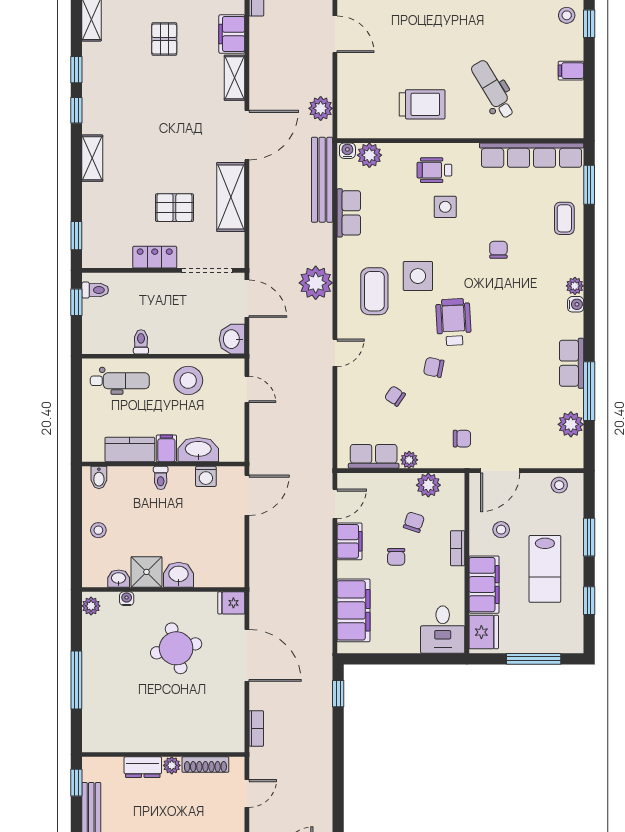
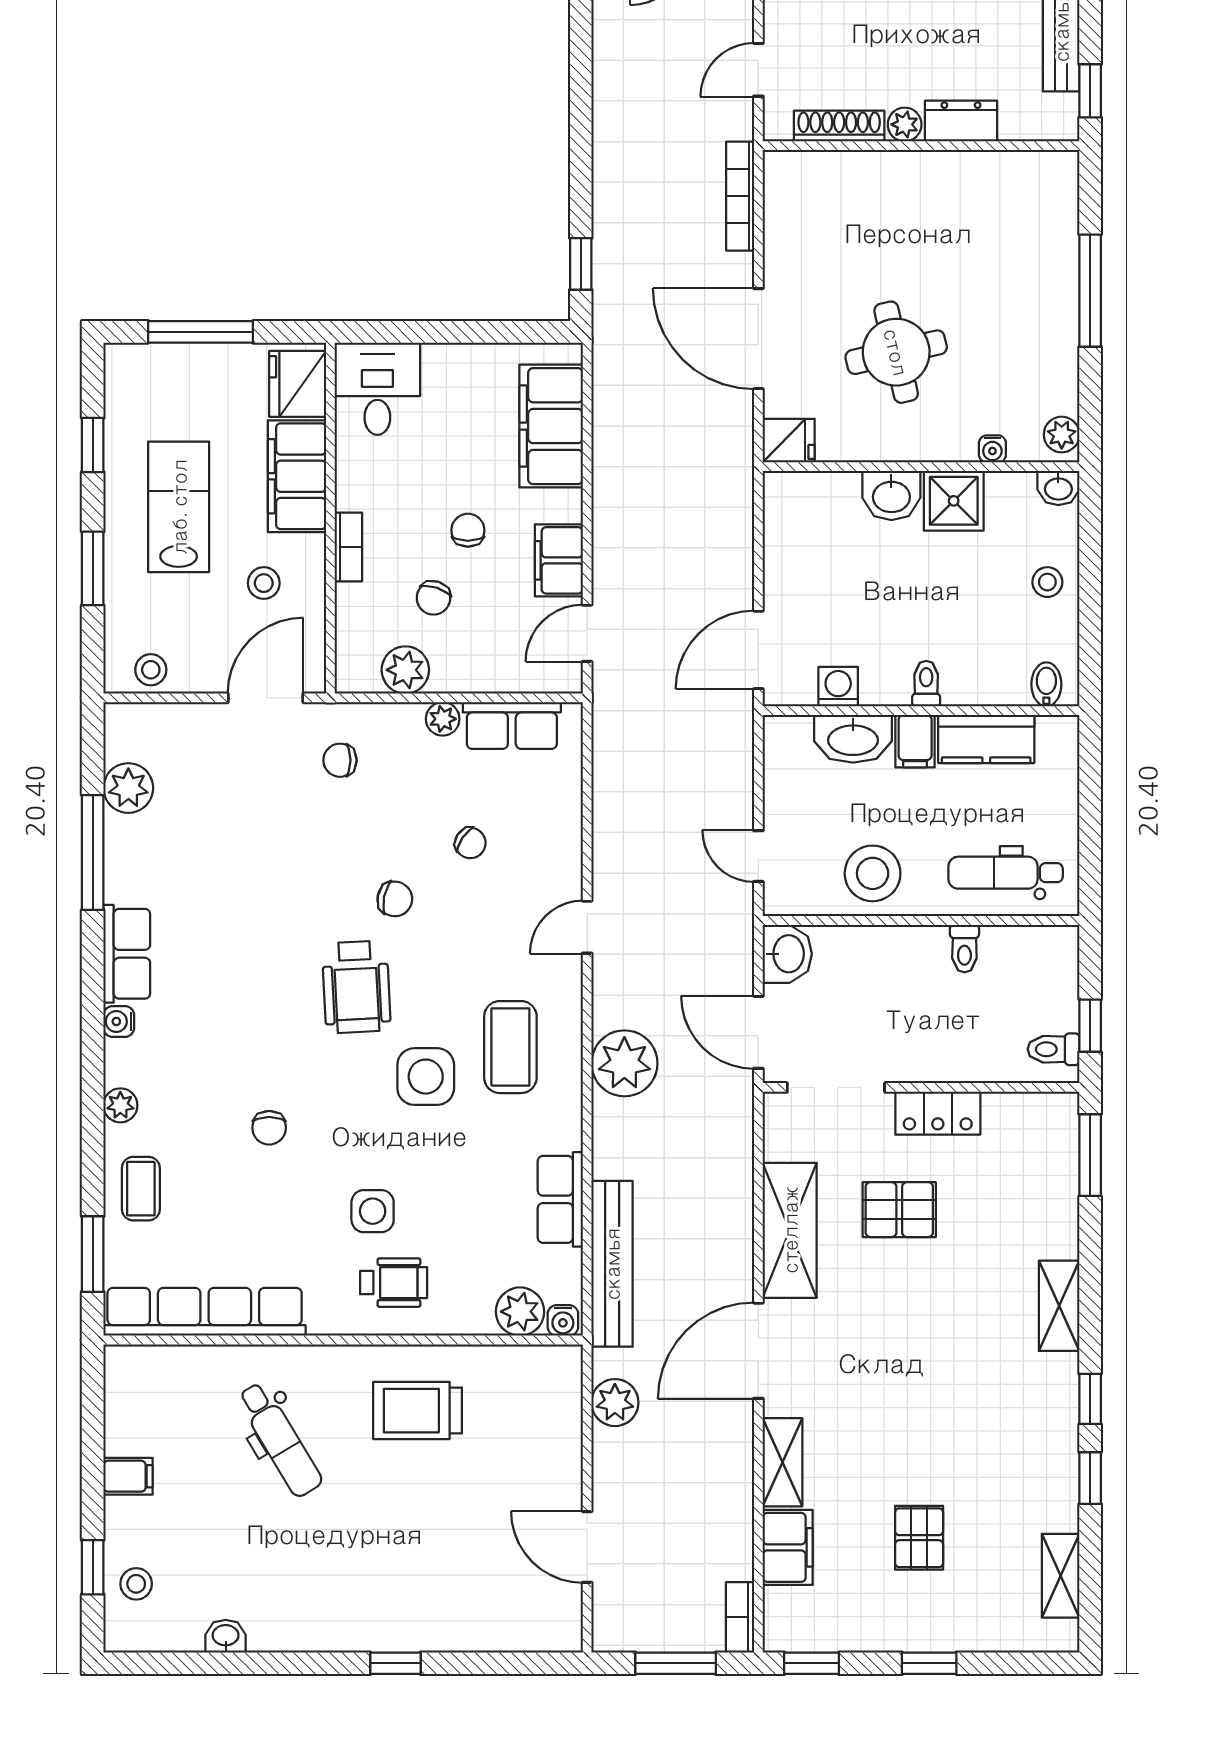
window: (76, 236) -> (1090, 1155), width x1.50
plant: (575, 286) -> (120, 1105), moved
row of seats: (572, 363) -> (127, 954), moved
washbasin: (119, 579) -> (1058, 488), moved
bookcase: (256, 729) -> (740, 196), width x1.56

